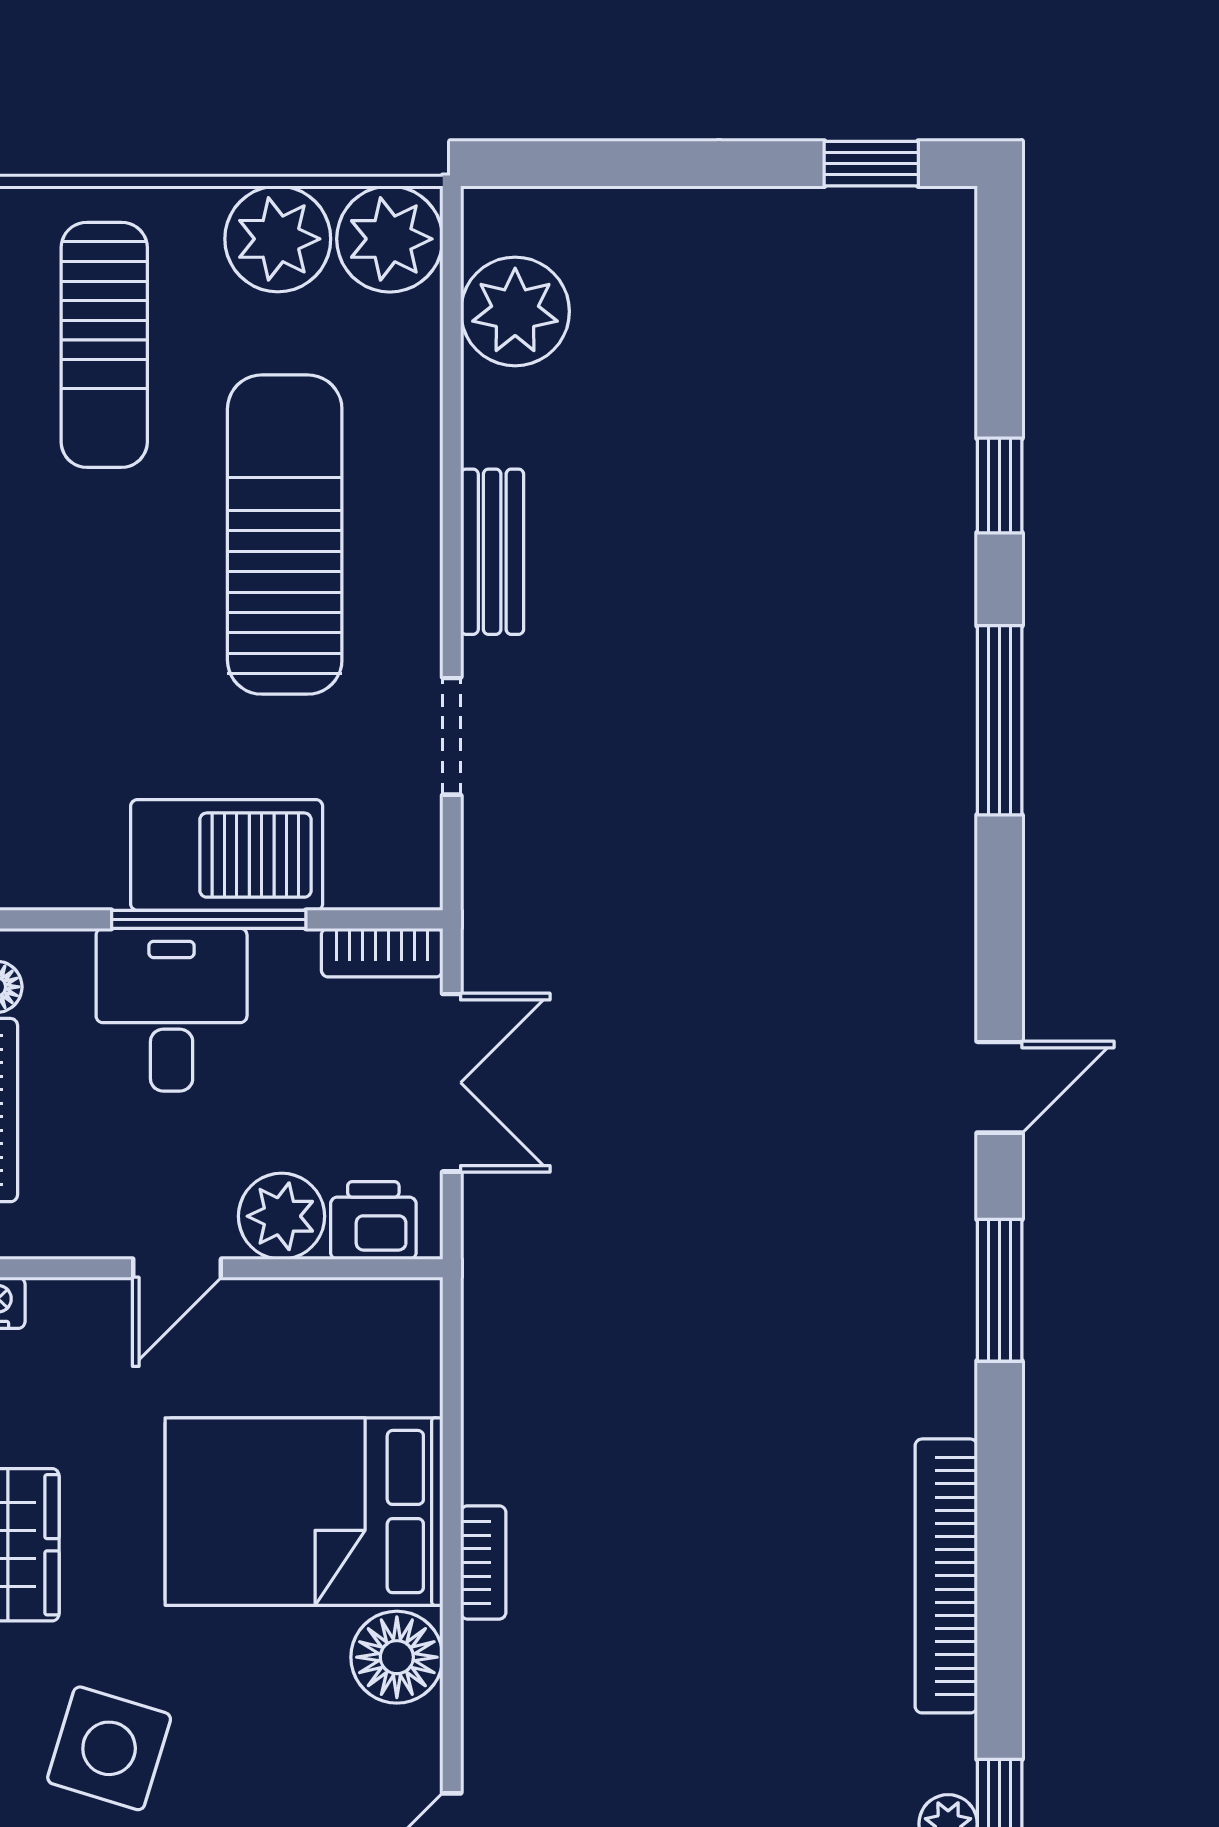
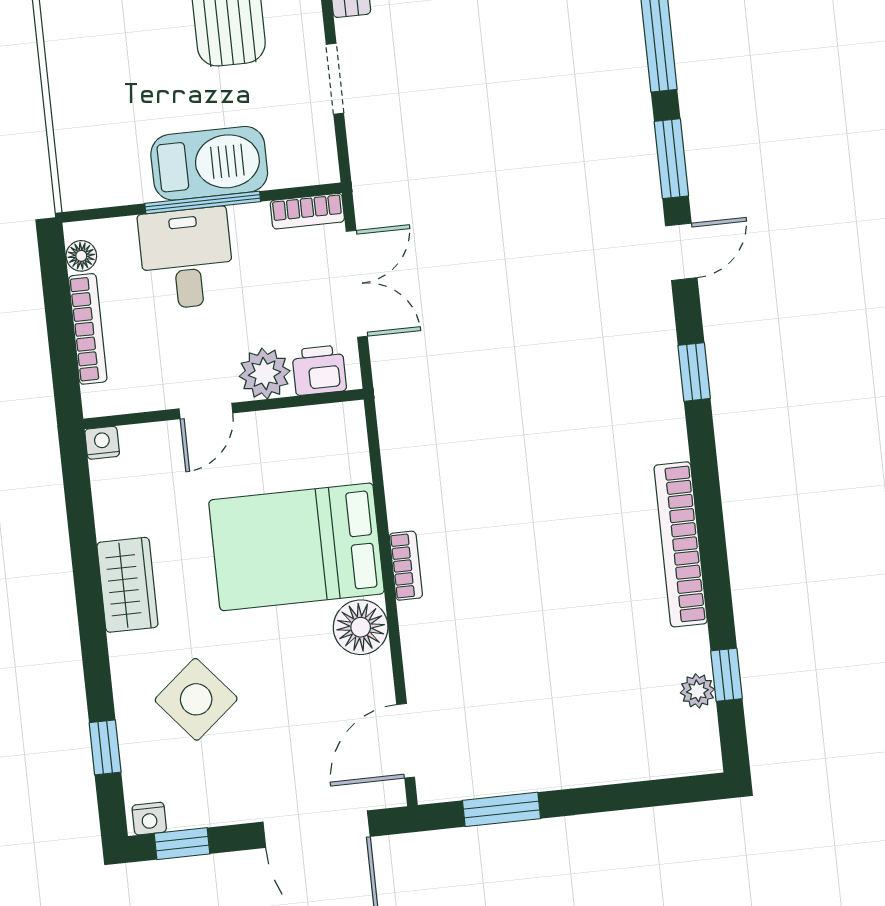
window: (1000, 930) -> (671, 159), added
window: (1000, 1290) -> (694, 372), width x0.67
side table: (109, 1748) -> (196, 699), turned 33

